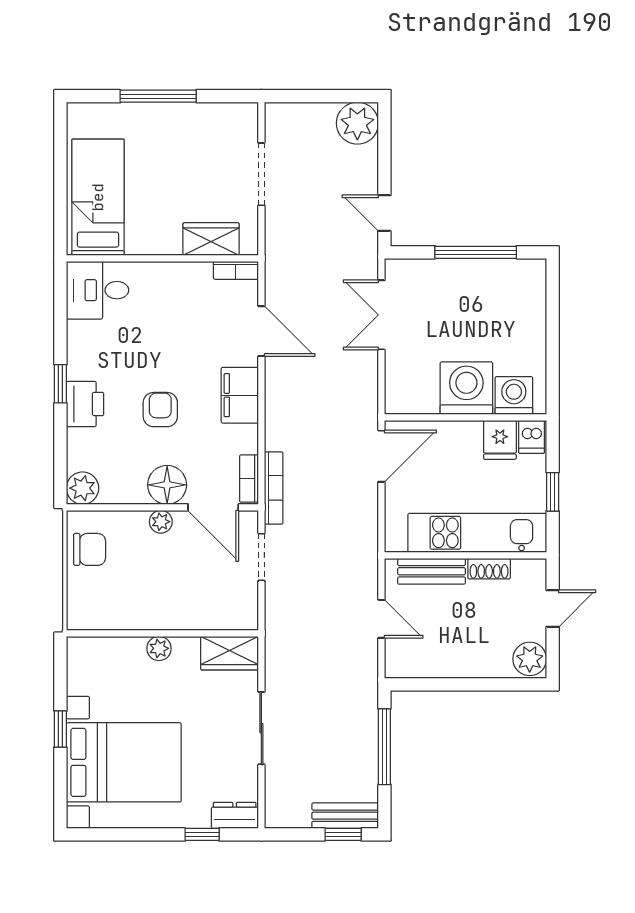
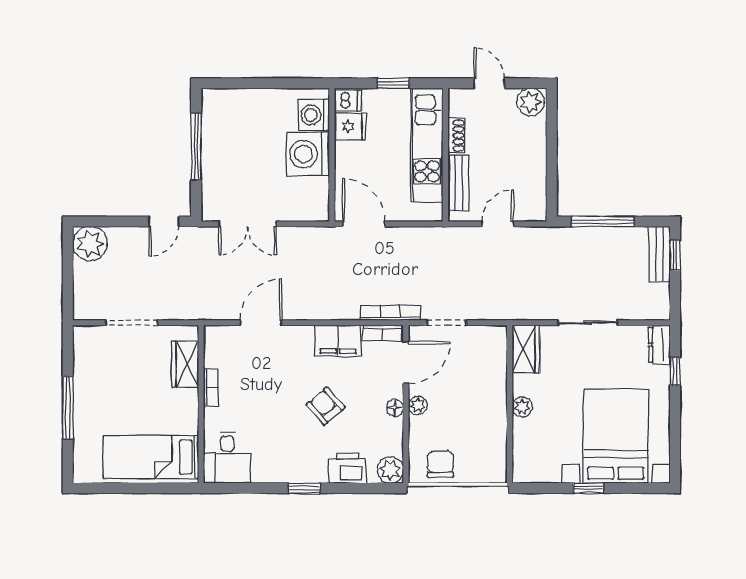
bookcase: (236, 270) -> (211, 388), moved
filing cabinet: (240, 395) -> (338, 340), moved
printer: (85, 404) -> (348, 468), moved
armchair: (160, 410) -> (325, 406), turned 49
floor lamp: (167, 485) -> (395, 408), width x0.53, depth x0.53

